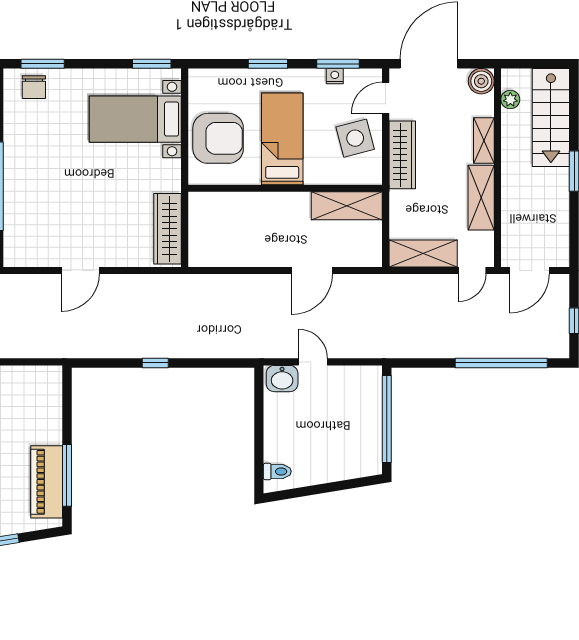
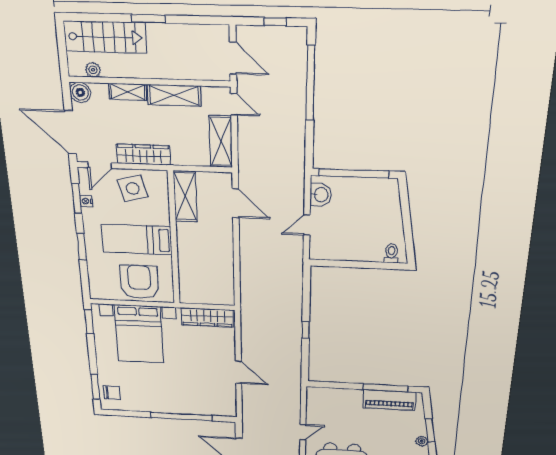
door: (386, 98) -> (100, 165), hinge flipped
bed with nightstands: (135, 119) -> (139, 334), width x1.36
door: (312, 270) -> (236, 203), moved
washbasin: (282, 379) -> (321, 195), moved

